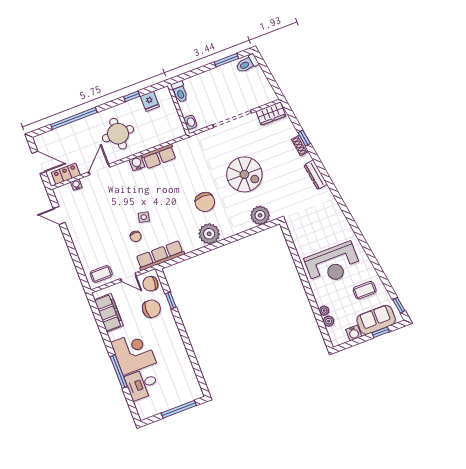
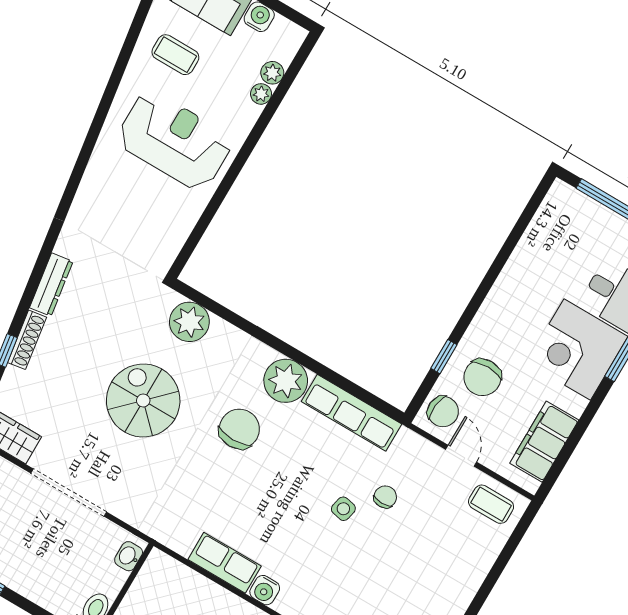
shoe rack: (300, 145) -> (27, 340), width x1.43
row of seats: (160, 256) -> (351, 413), moved
chair: (151, 309) -> (482, 377), turned -90

